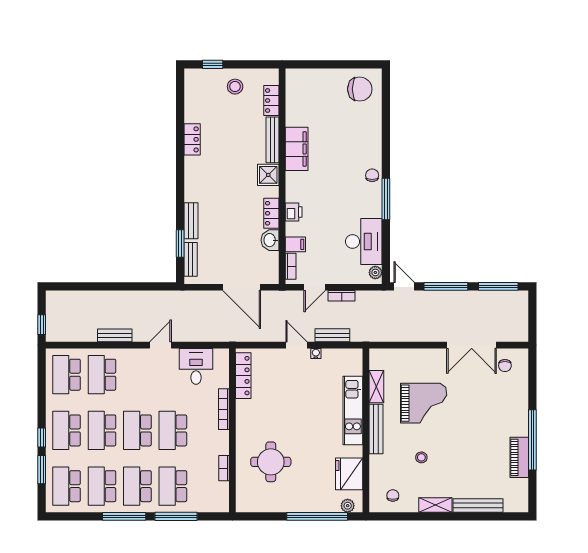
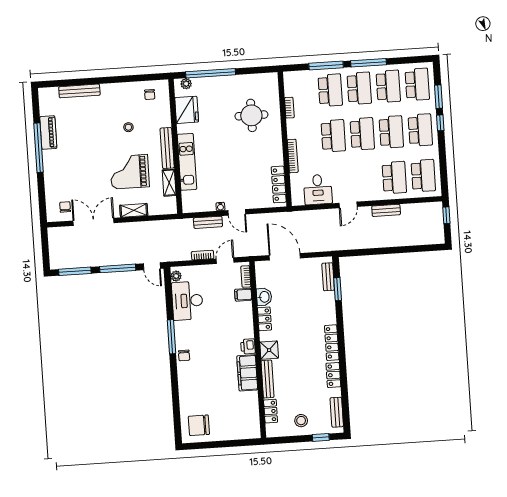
locker: (191, 179) -> (332, 343), added
printer: (294, 212) -> (248, 346), moved
bench: (191, 221) -> (337, 412), moved
shelving: (435, 505) -> (134, 210), moved

